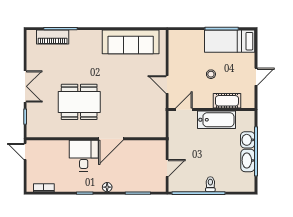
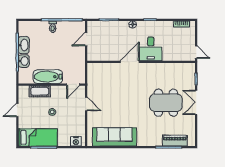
nightstand: (180, 36) -> (76, 141), added
dining table: (79, 102) -> (166, 103), moved

